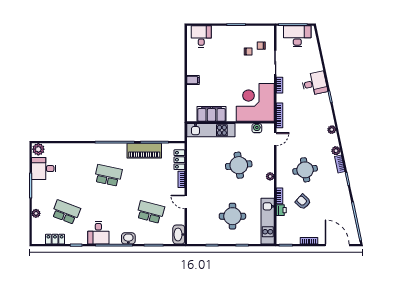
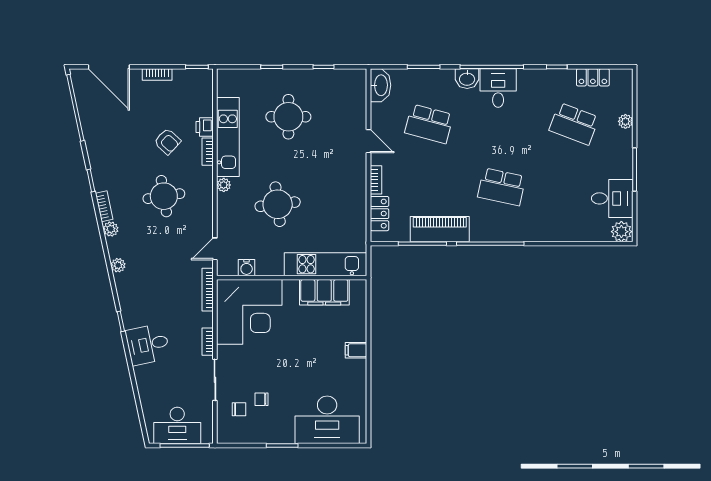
desk: (201, 36) -> (327, 420), width x1.87, depth x1.30
kitchen unit: (268, 221) -> (228, 137), moved
desk: (98, 233) -> (498, 88), moved

